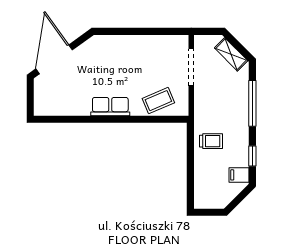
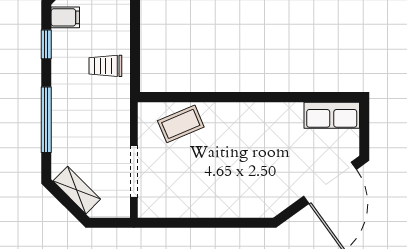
row of seats: (110, 107) -> (332, 115), moved

